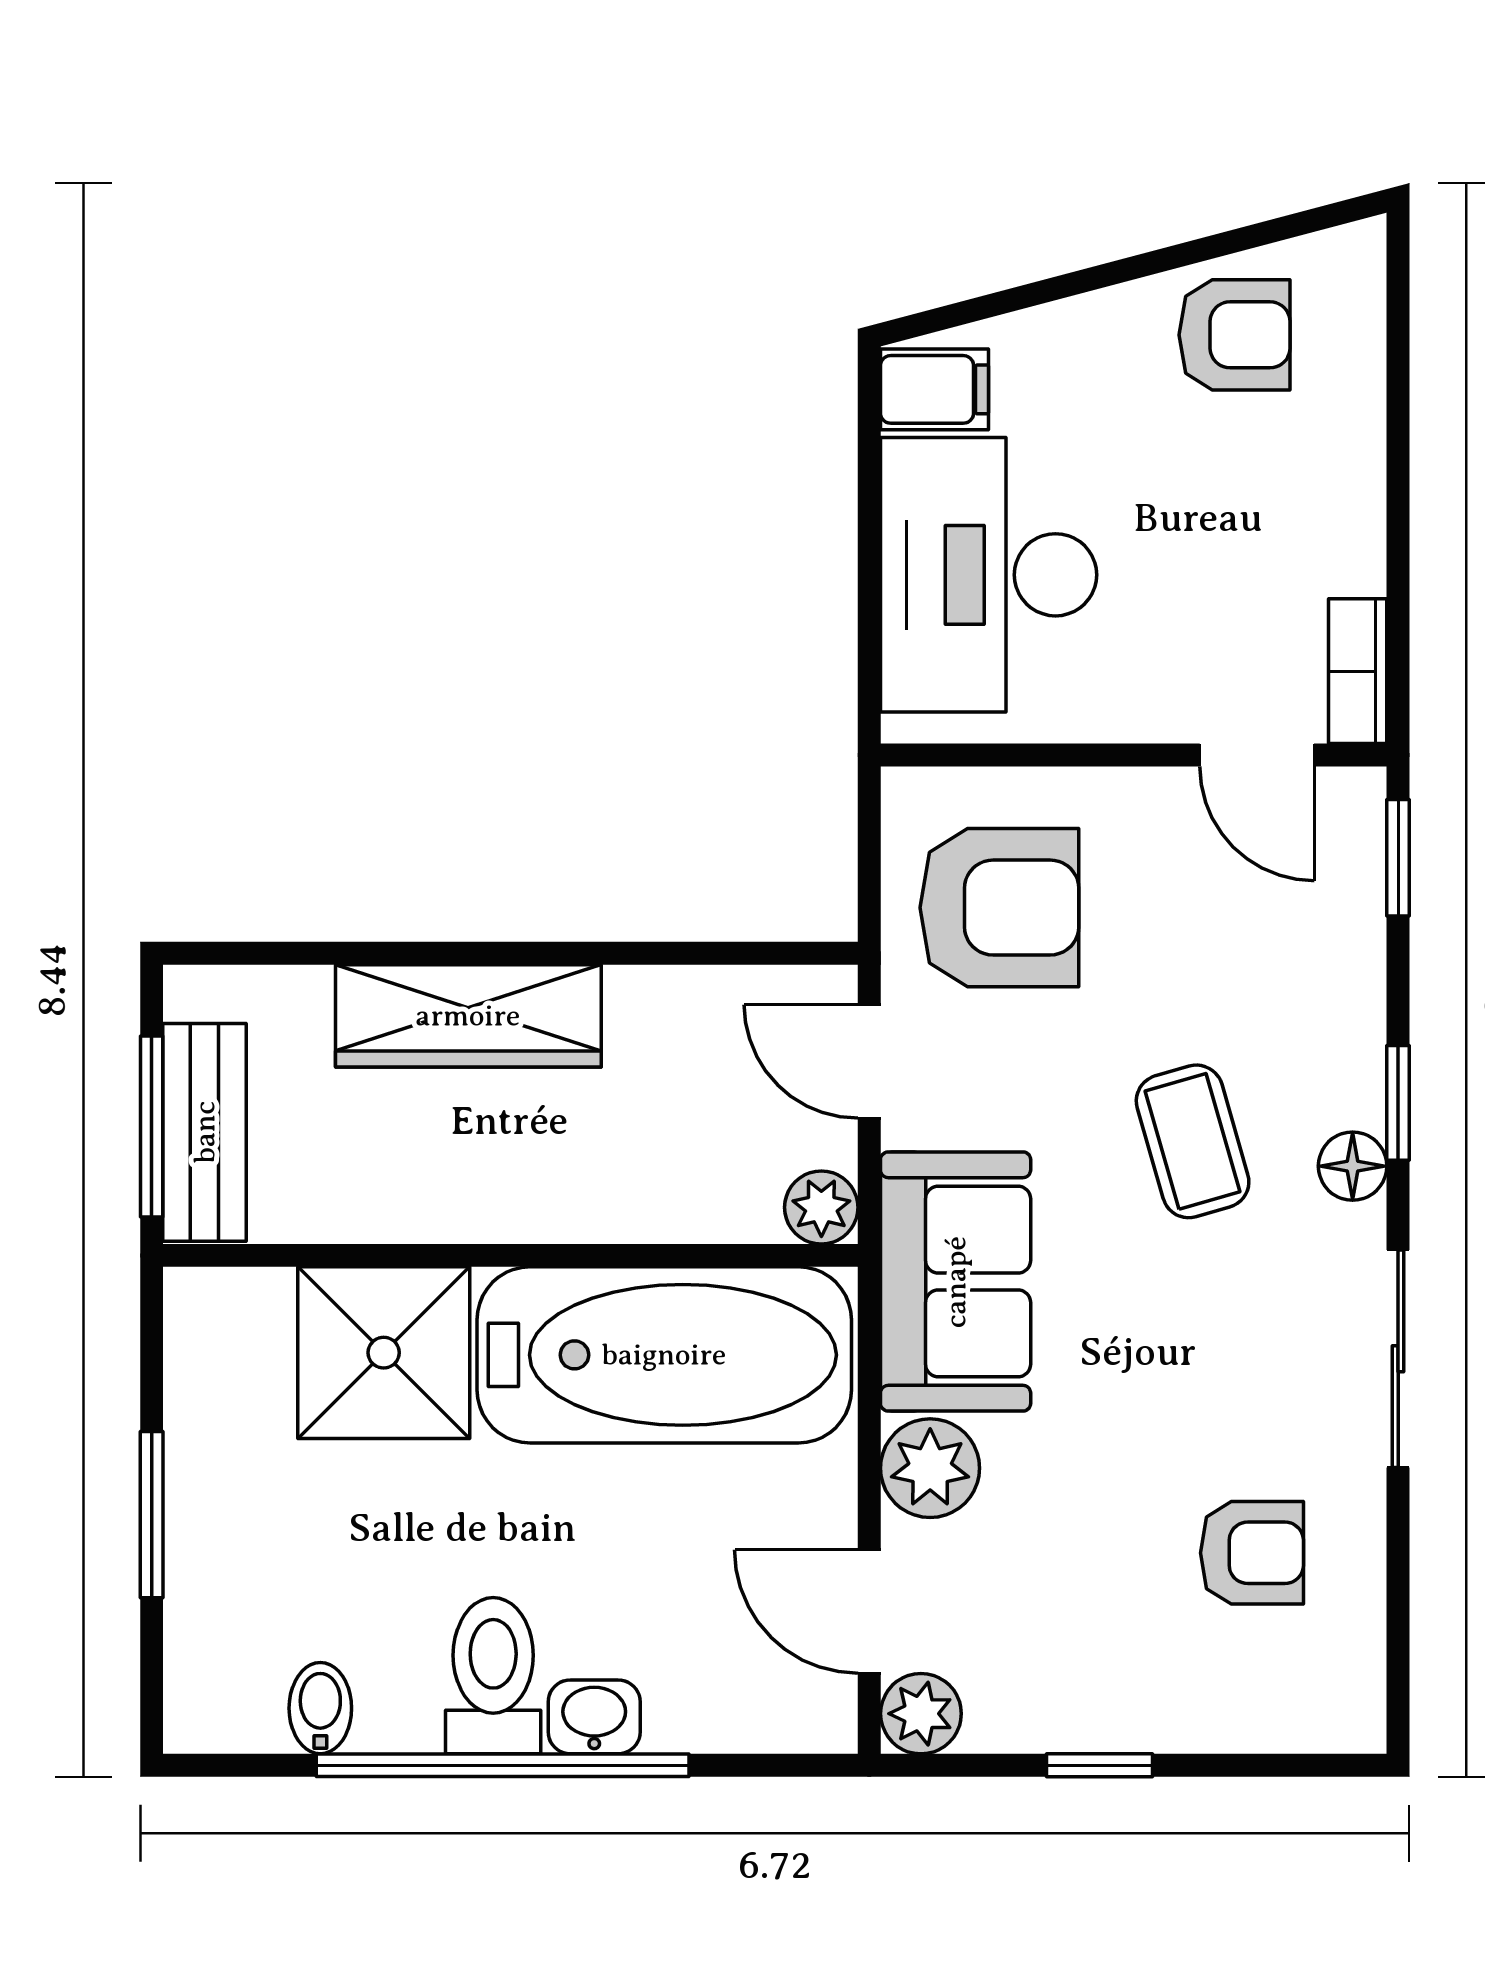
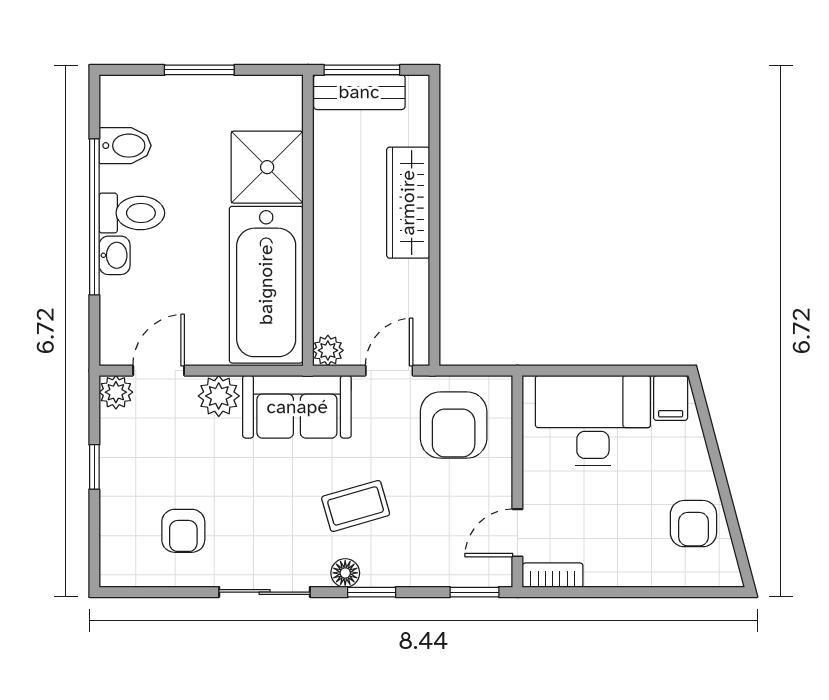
bidet: (320, 1708) -> (125, 146), width x1.38, depth x1.36

